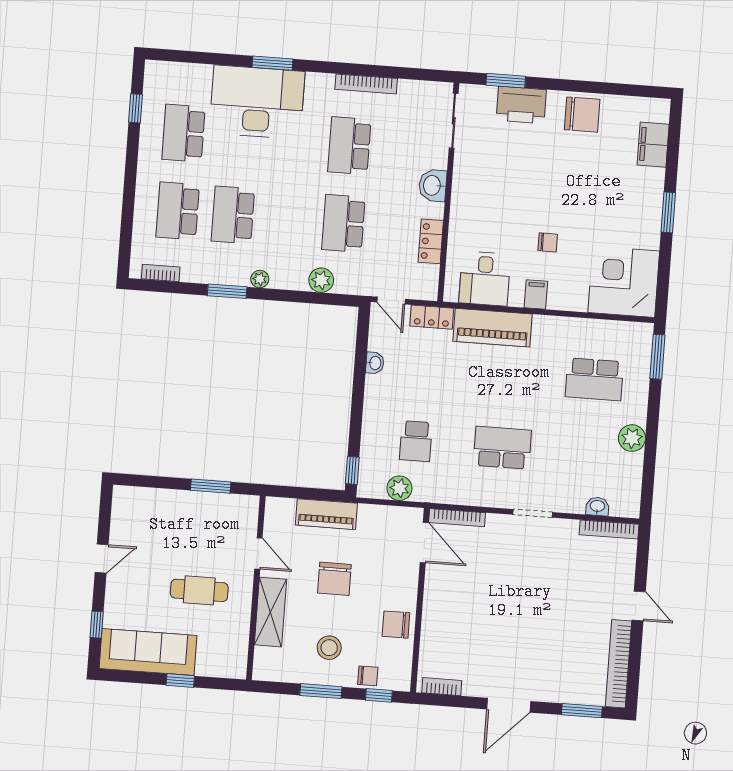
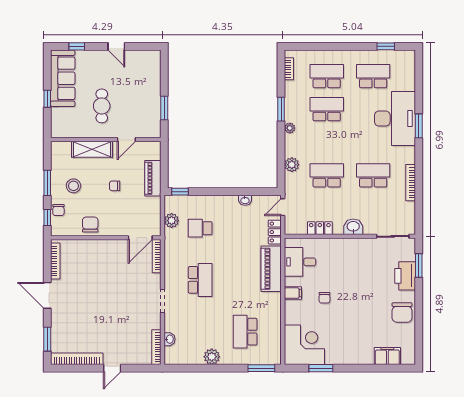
window: (668, 212) -> (321, 368), moved
chair: (334, 579) -> (115, 186), width x0.54, depth x0.54
bookcase: (442, 687) -> (55, 261), width x1.56

